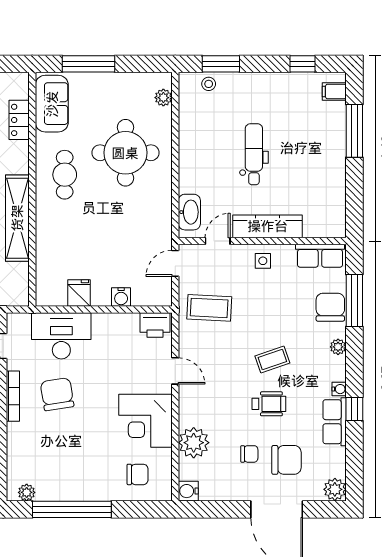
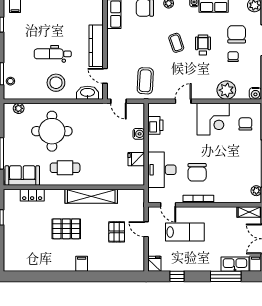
stool: (206, 160) -> (56, 83), added
side table: (263, 261) -> (117, 49), removed
printer: (155, 325) -> (155, 125), moved
chair: (57, 394) -> (197, 172), turned -81

